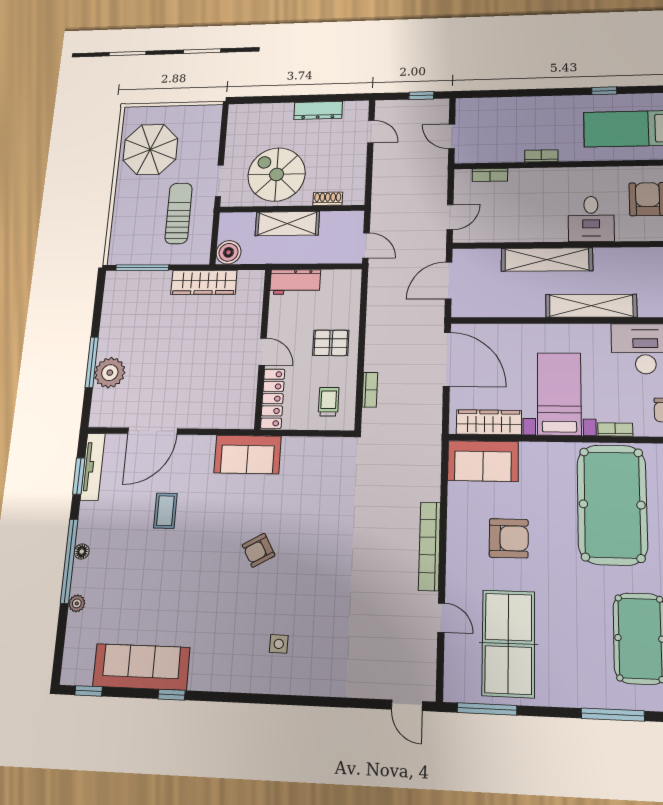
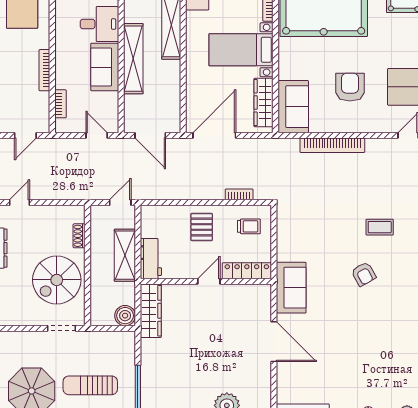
bookcase: (541, 156) -> (44, 70), width x1.56
sun lounger: (179, 213) -> (90, 385), moved
shelving: (287, 224) -> (125, 255), moved
sofa: (536, 226) -> (105, 67), added
wardrobe: (204, 282) -> (151, 311), moved
trolley: (329, 402) -> (249, 226), turned 180
door: (153, 431) -> (274, 342), moved
coffee table: (165, 511) -> (380, 227), moved
bookcase: (429, 546) -> (332, 145), moved

